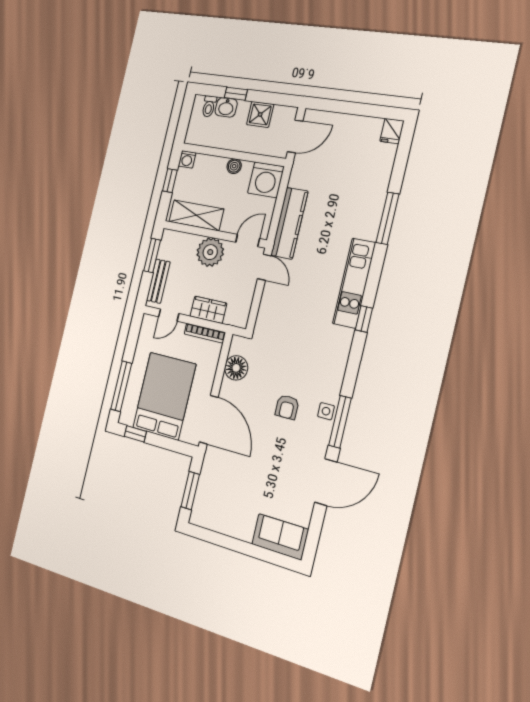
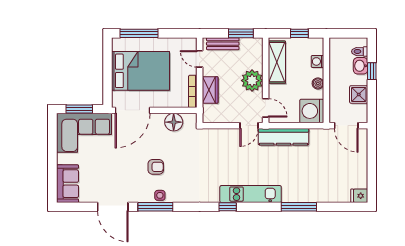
washing machine: (187, 159) -> (317, 61), moved
armchair: (287, 407) -> (156, 167), turned 180
window: (135, 434) -> (107, 54), removed
corner sofa: (221, 493) -> (84, 133), added

